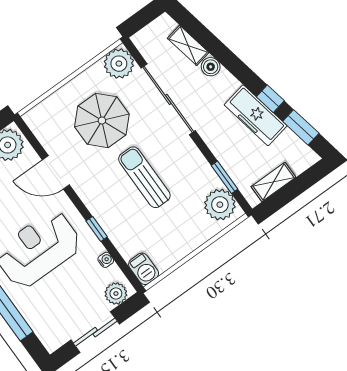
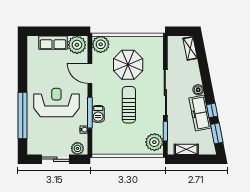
shelving: (188, 45) -> (190, 48), moved
plant: (119, 64) -> (101, 44), moved
boiler: (211, 67) -> (198, 90), moved
sliding door: (168, 99) -> (165, 92), moved
window: (97, 229) -> (90, 113), width x2.17
barbecue: (144, 269) -> (98, 114), moved

